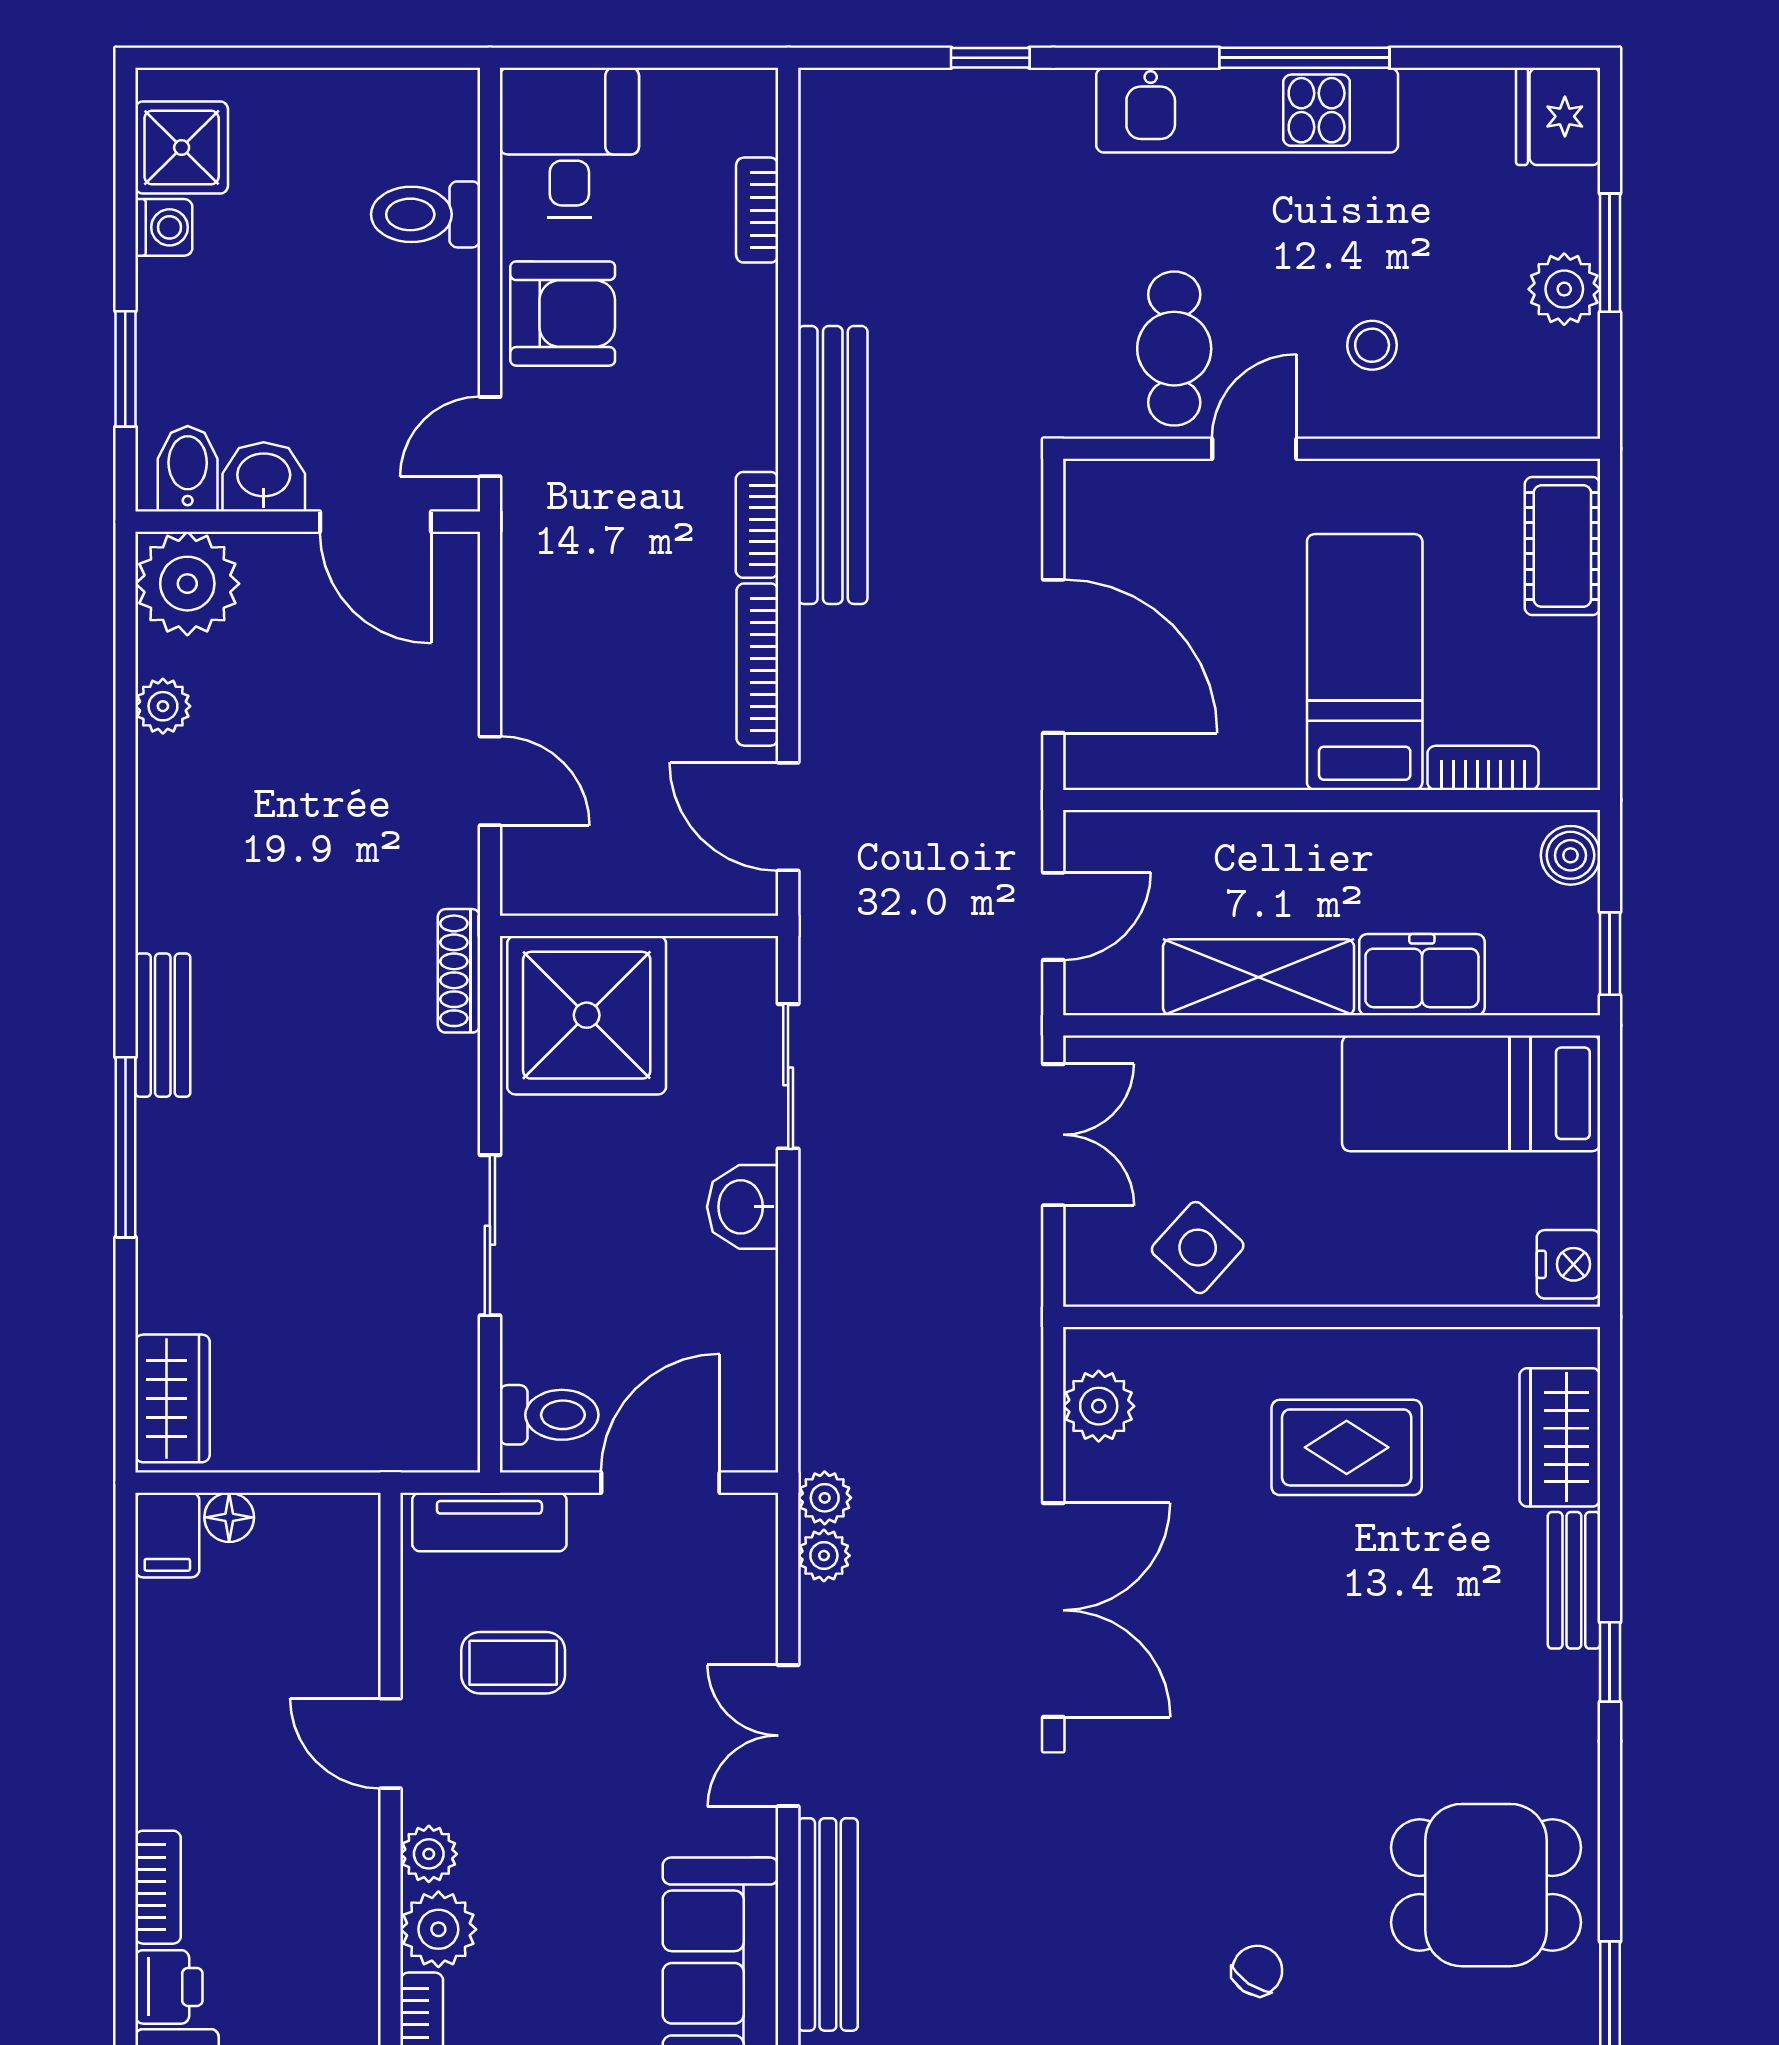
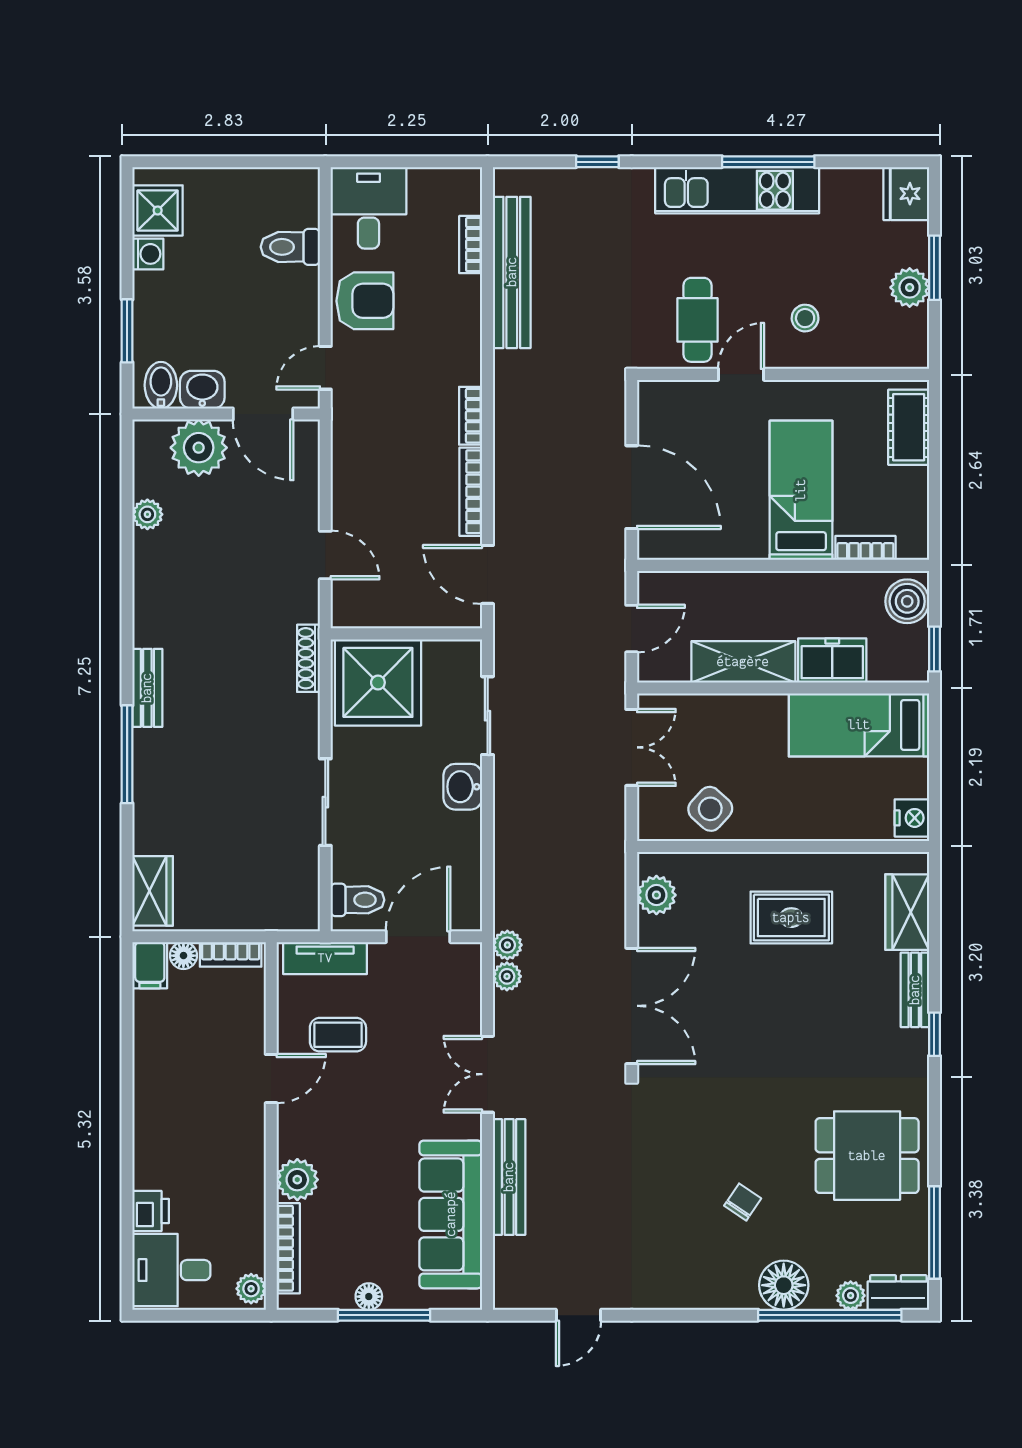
bench: (833, 465) -> (512, 272), moved
plant: (187, 584) -> (199, 448), moved
boiler: (1570, 855) -> (907, 601), width x1.36, depth x1.36
door: (391, 1743) -> (271, 1079), swing flipped
plant: (429, 1854) -> (292, 1139), removed
bookcase: (158, 1887) -> (231, 954), moved, turned 90

